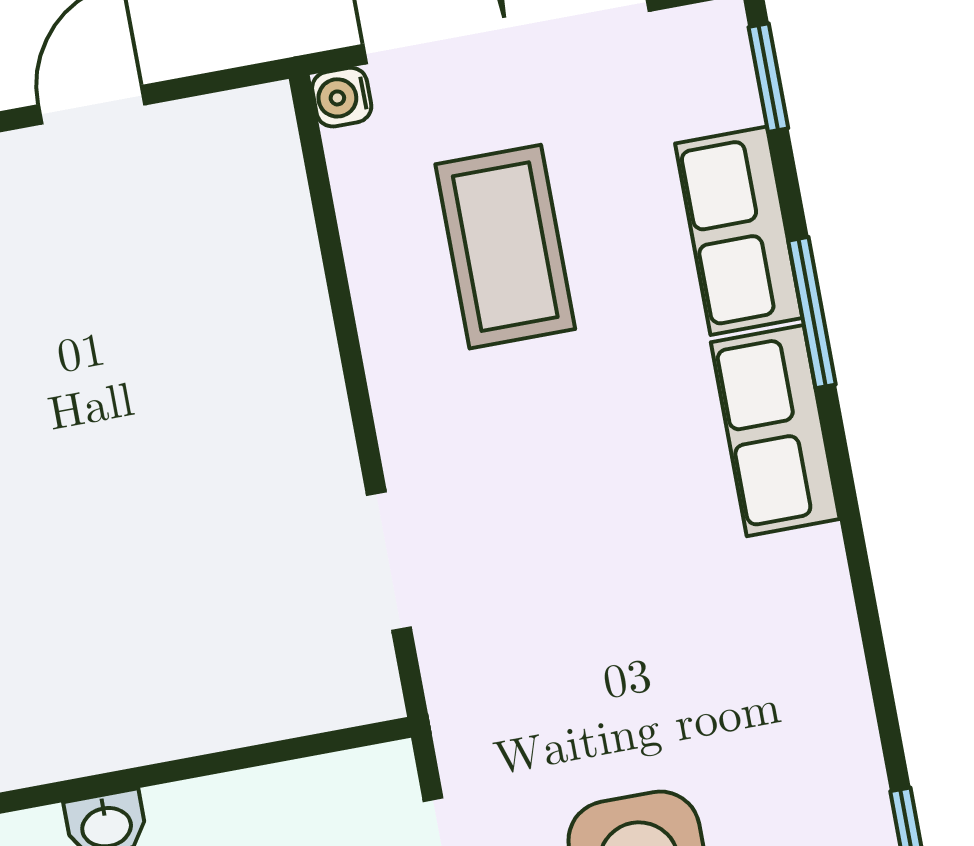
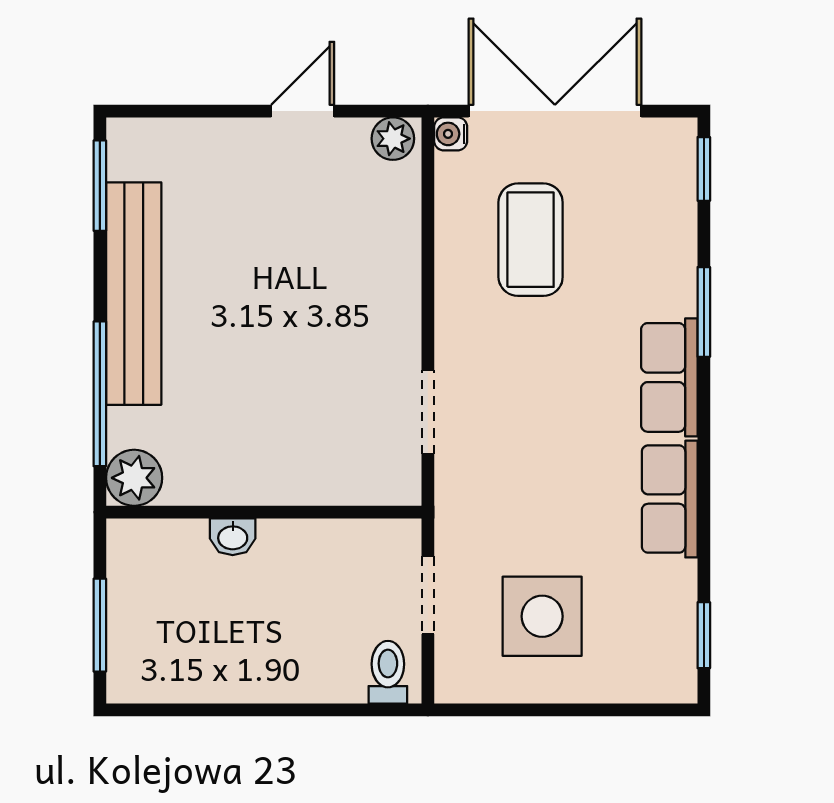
plant: (248, 122) -> (393, 139), added
row of seats: (739, 231) -> (670, 499), moved

